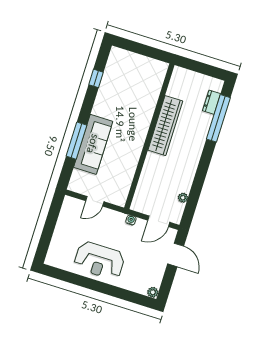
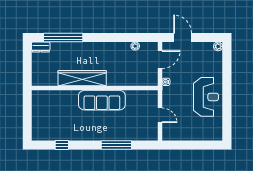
dresser: (212, 102) -> (41, 47), moved
sofa: (93, 144) -> (102, 100), moved, turned 180
door: (159, 221) -> (160, 59), hinge flipped
door: (176, 255) -> (183, 38), hinge flipped

